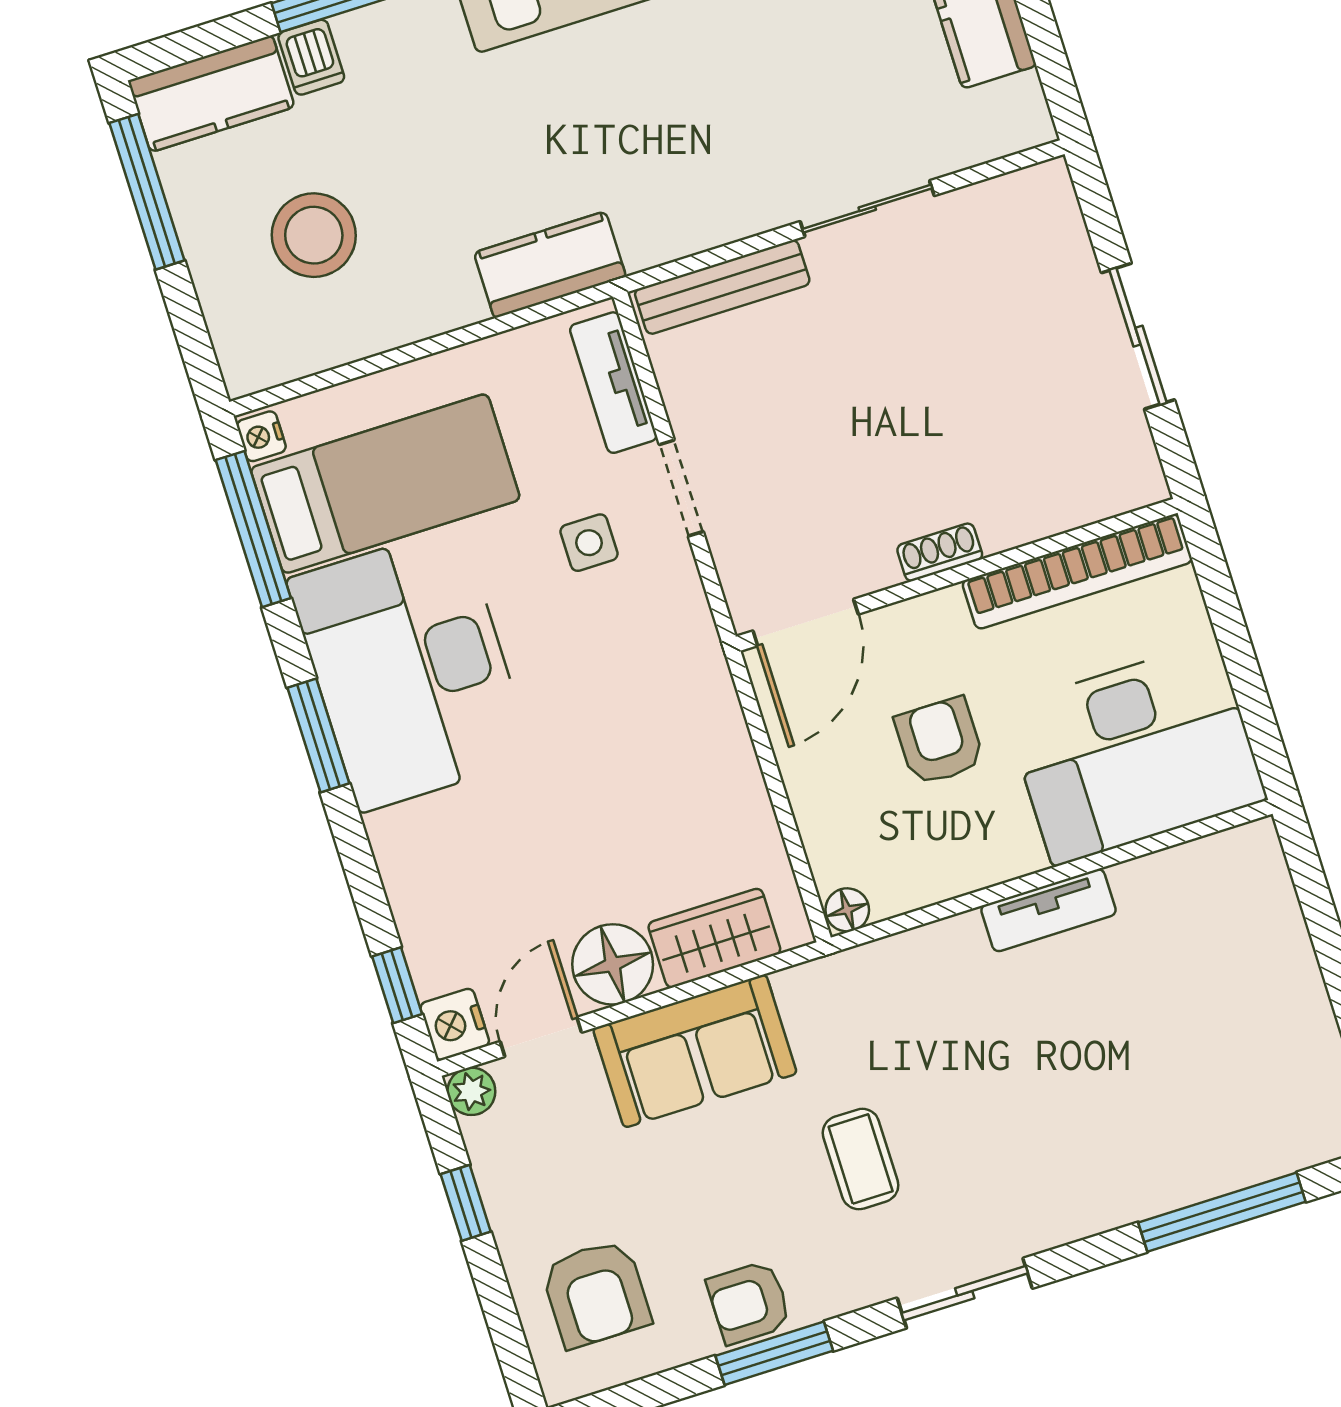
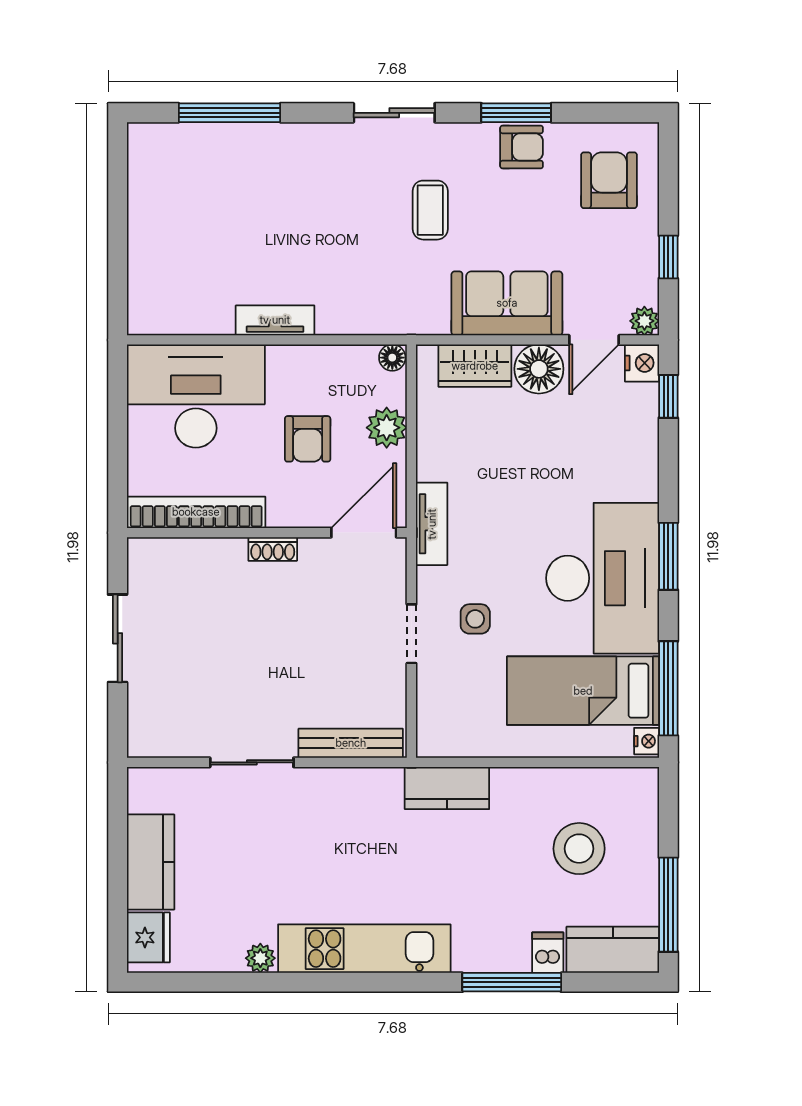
tv unit: (613, 383) -> (432, 524), moved
plant: (821, 798) -> (387, 428), added

